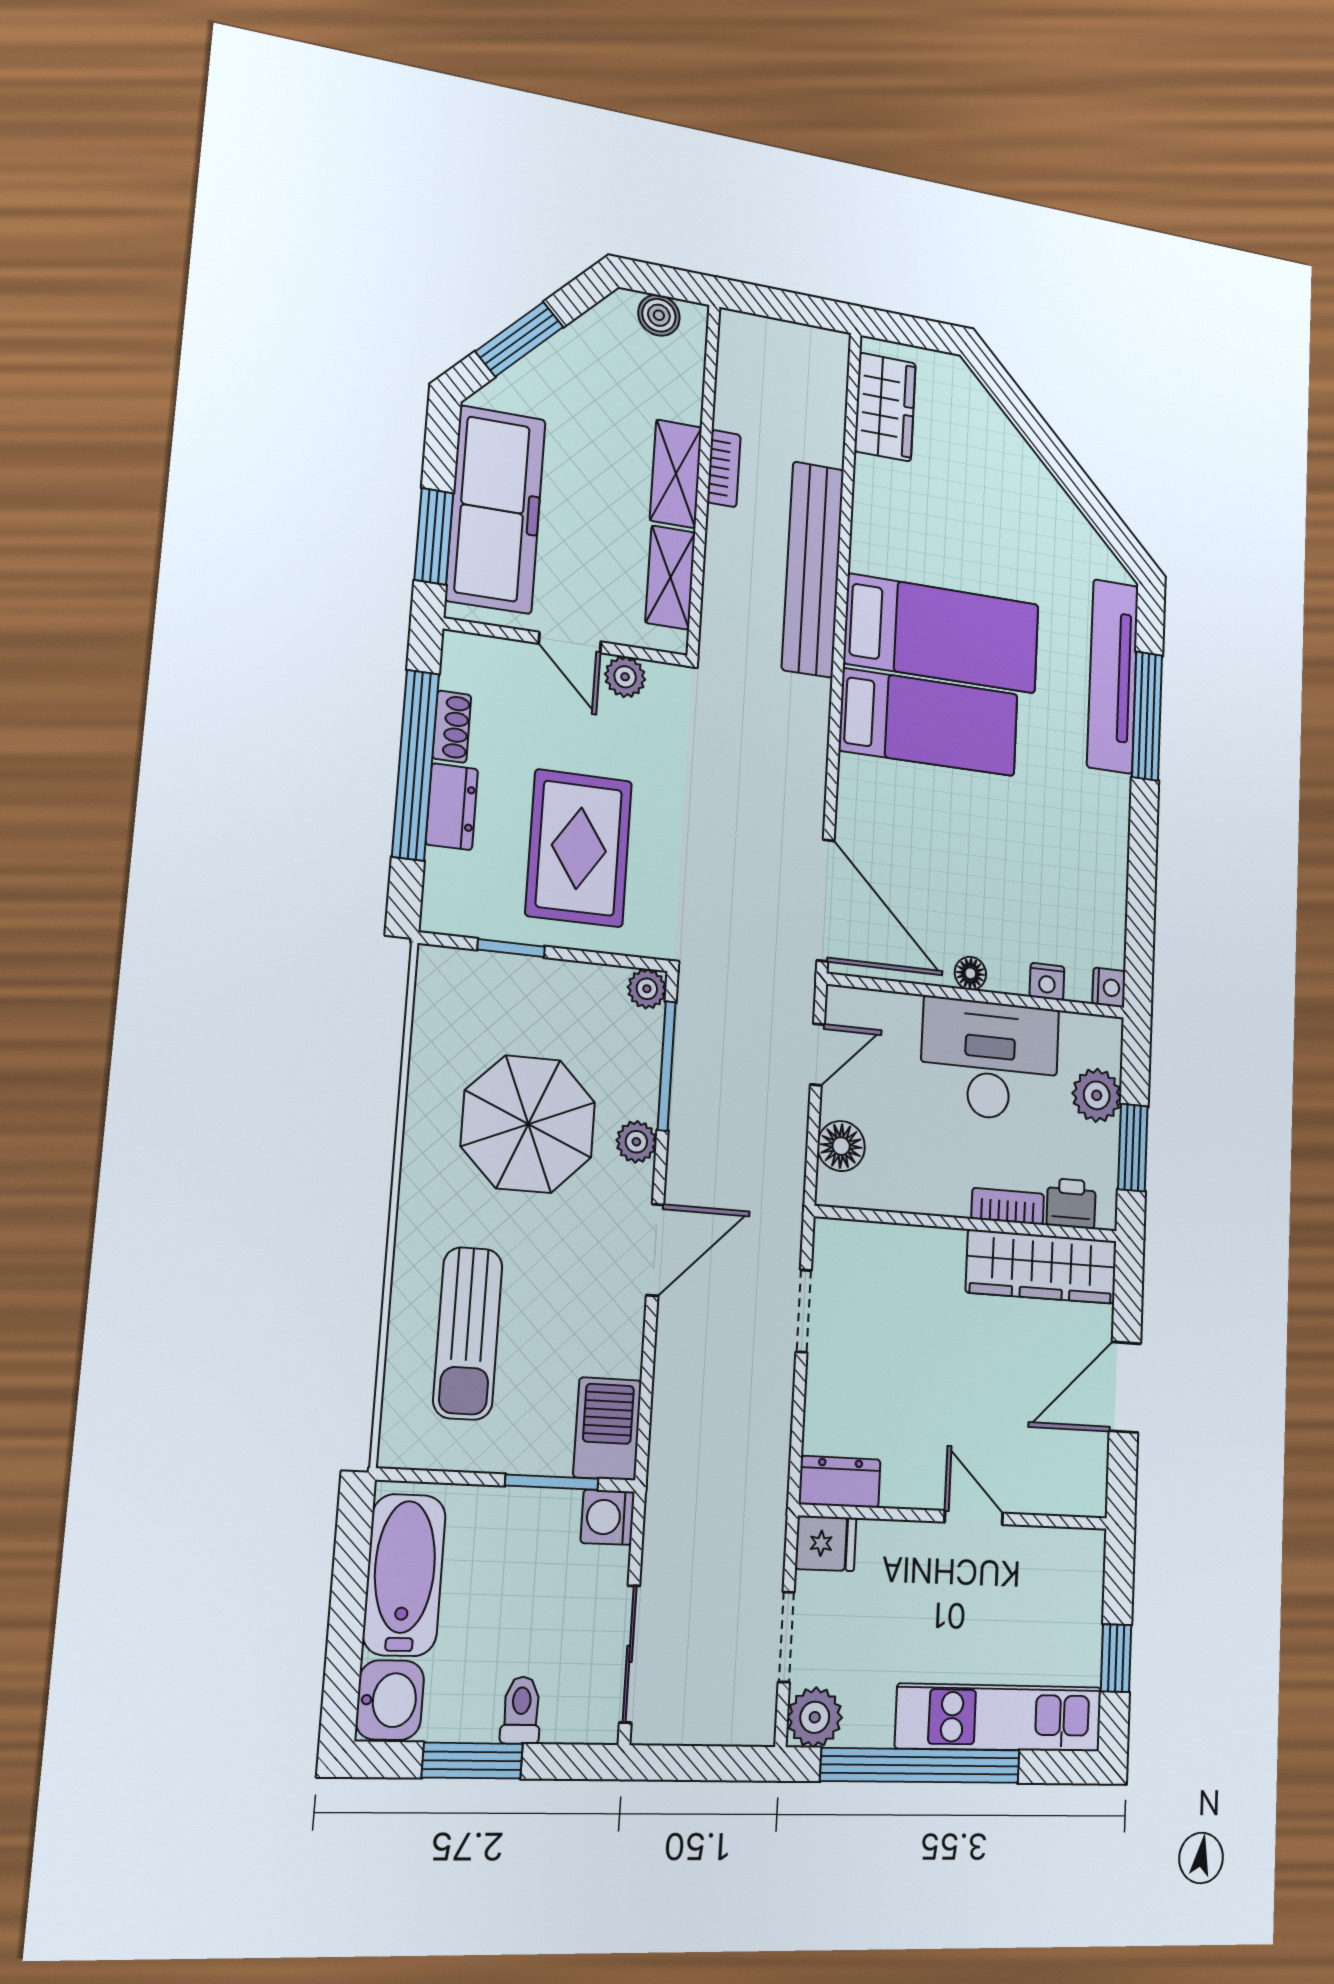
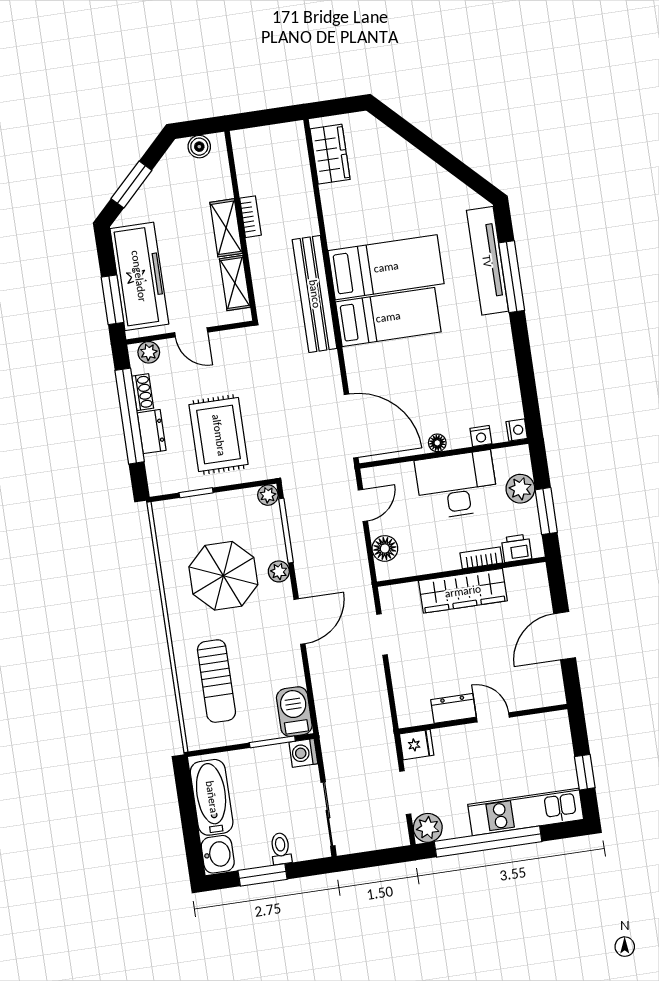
bench: (813, 569) -> (315, 294), moved
plant: (625, 677) -> (149, 352), moved
wardrobe: (1042, 1267) -> (463, 591), moved
dresser: (840, 1482) -> (454, 708), moved

